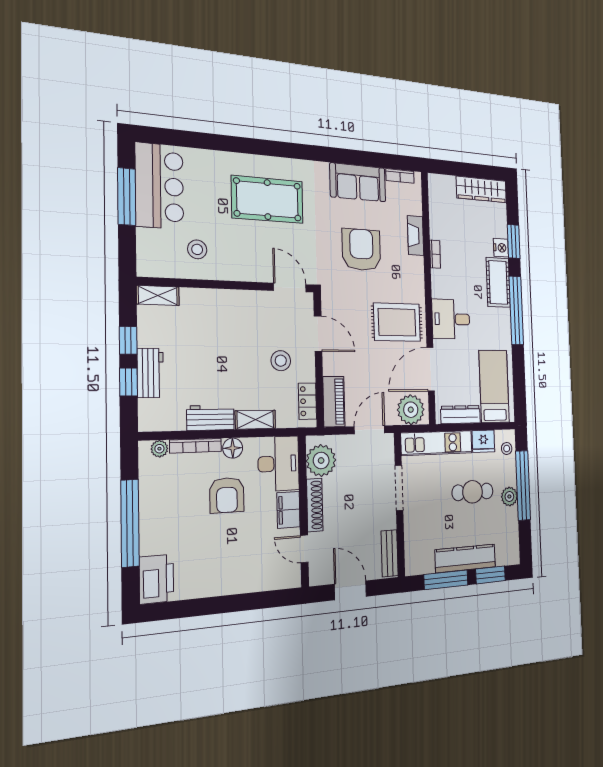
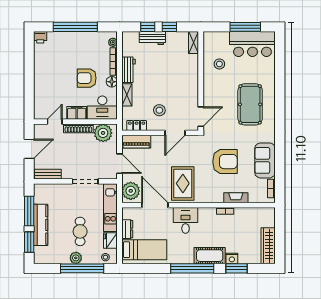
dresser: (461, 415) -> (127, 229), width x0.70
printer: (156, 579) -> (40, 37), width x0.53, depth x0.68

